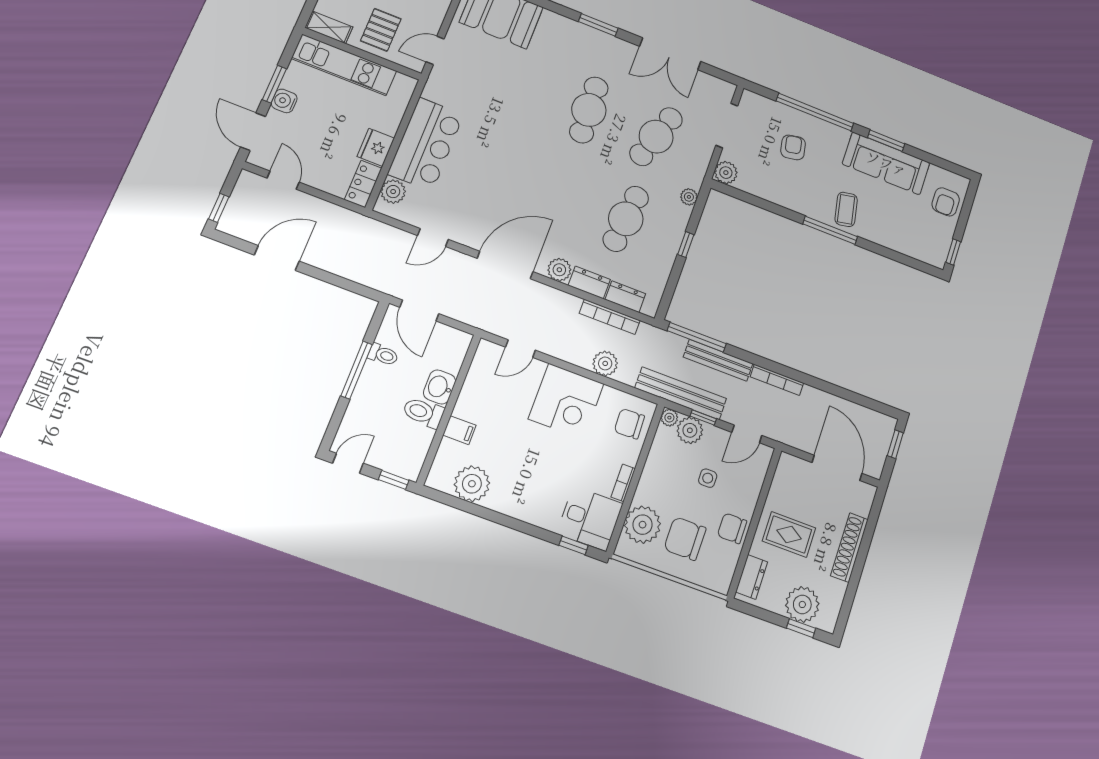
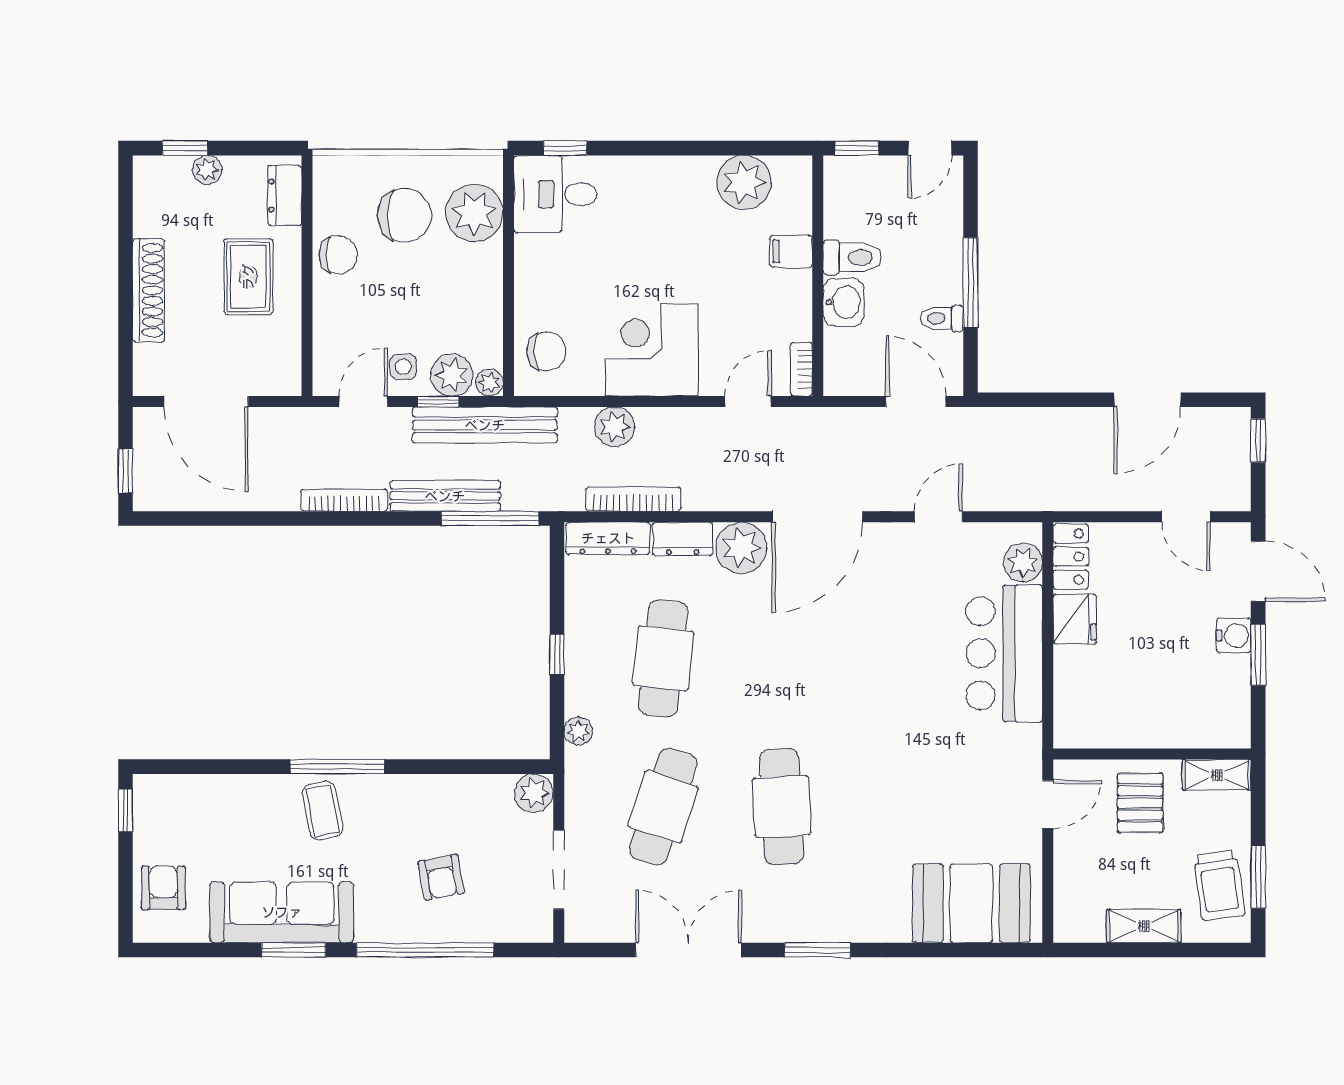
kitchen unit: (344, 65) -> (1171, 726), removed
plant: (559, 270) -> (741, 548), width x1.36, depth x1.36
dresser: (625, 297) -> (608, 538), width x1.44
side table: (708, 478) -> (403, 367), moved
bookcase: (623, 483) -> (801, 369), moved, turned 180
rug: (789, 534) -> (248, 277), turned 90
plant: (802, 604) -> (207, 170), width x0.53, depth x0.53

